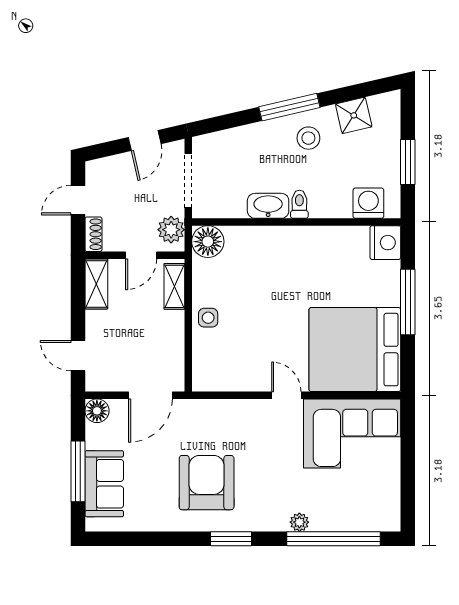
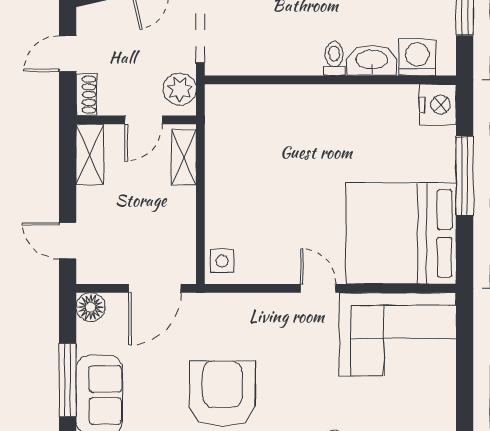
washbasin: (268, 206) -> (372, 60), moved
floor lamp: (208, 242) -> (224, 103), removed
side table: (208, 318) -> (222, 261), moved

